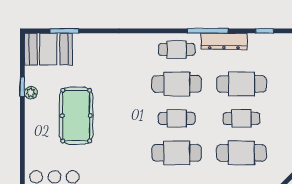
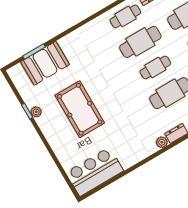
booth: (48, 49) -> (45, 63), moved

